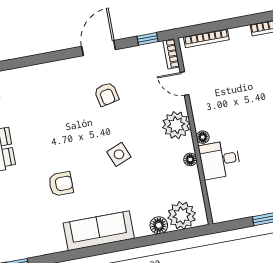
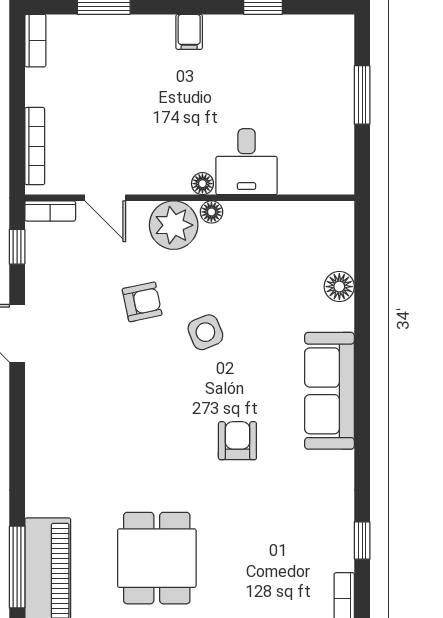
door: (185, 84) -> (105, 198), hinge flipped
armchair: (106, 94) -> (142, 302), moved
floor lamp: (190, 160) -> (211, 212), moved
plant: (182, 215) -> (330, 244), removed

